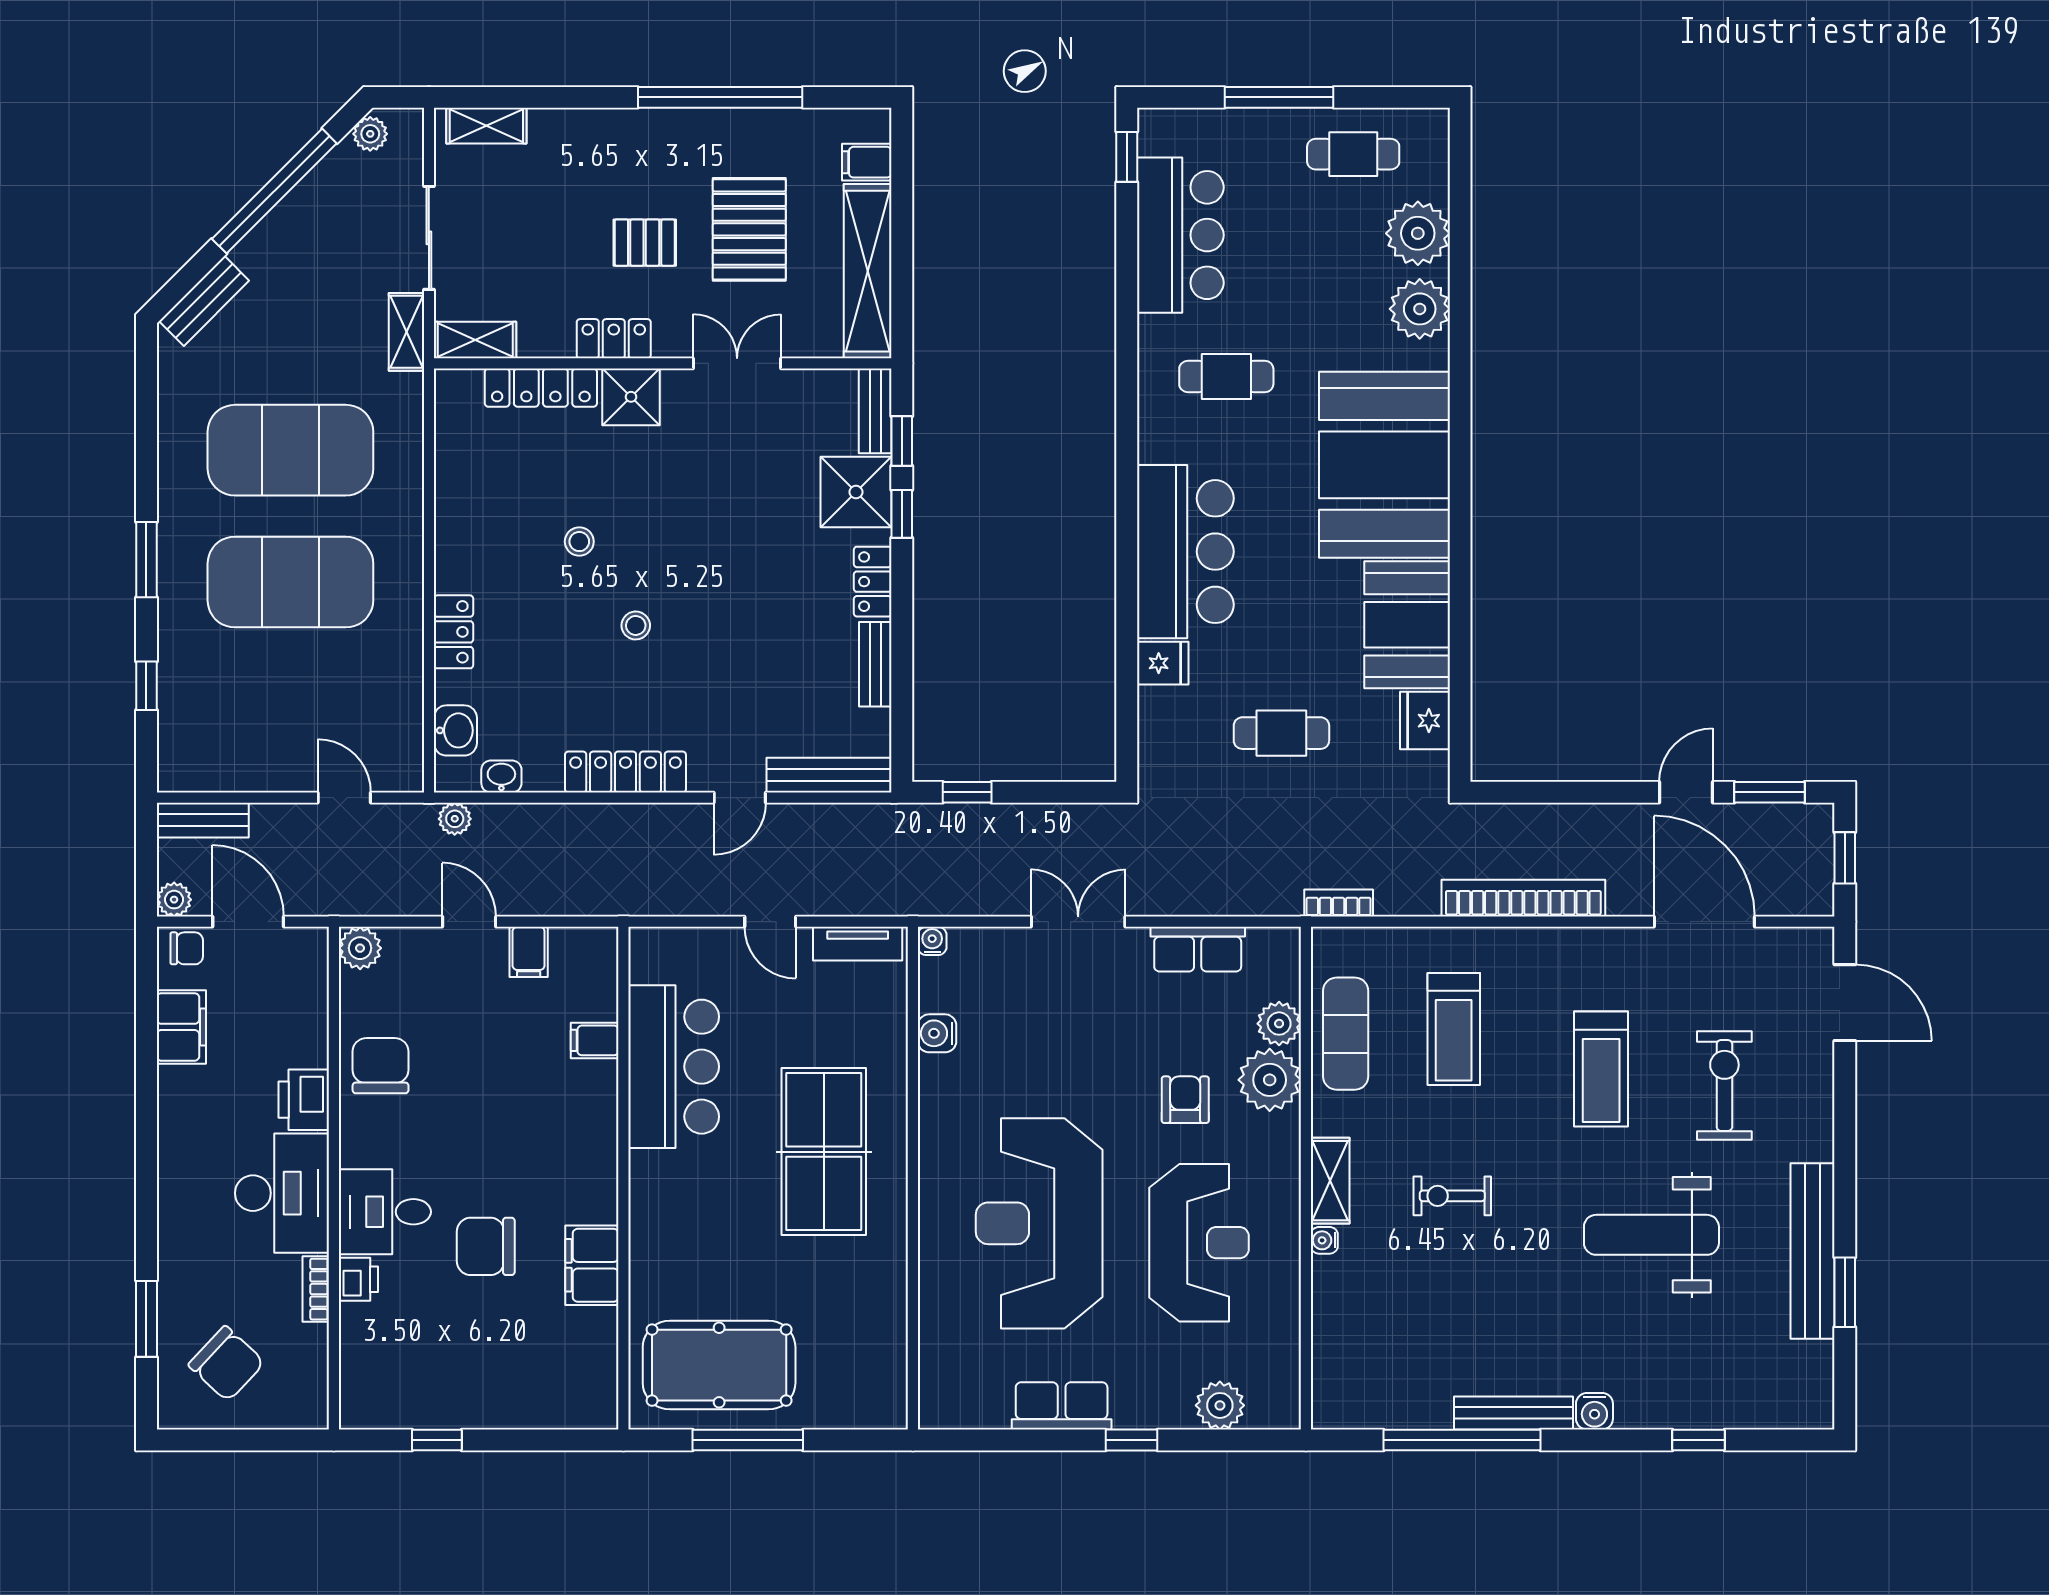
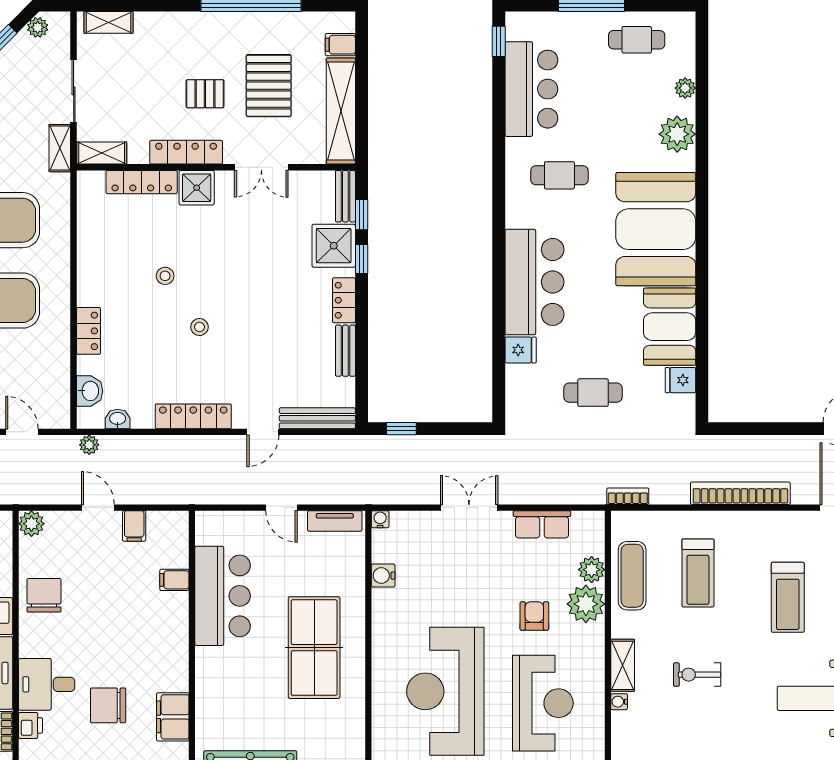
plant: (1418, 233) -> (685, 88), width x0.53, depth x0.53
locker: (614, 339) -> (186, 152), width x1.53
double door: (737, 363) -> (261, 167), swing flipped
fridge: (1425, 721) -> (680, 380), width x0.72

